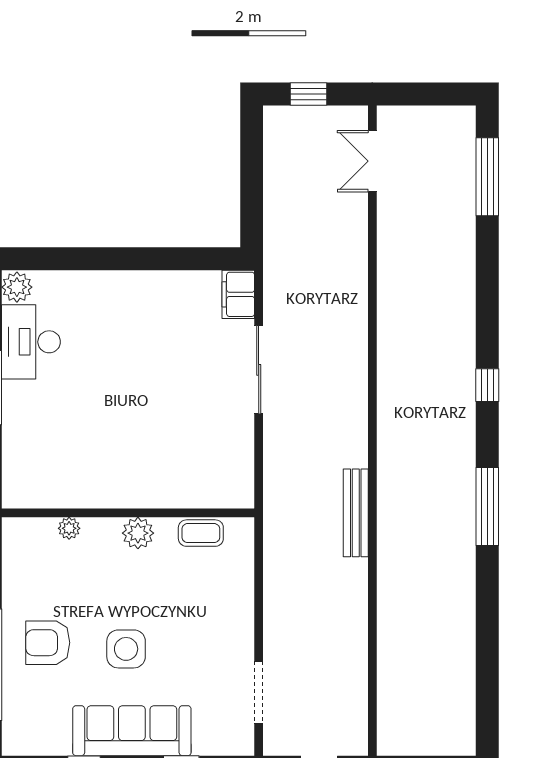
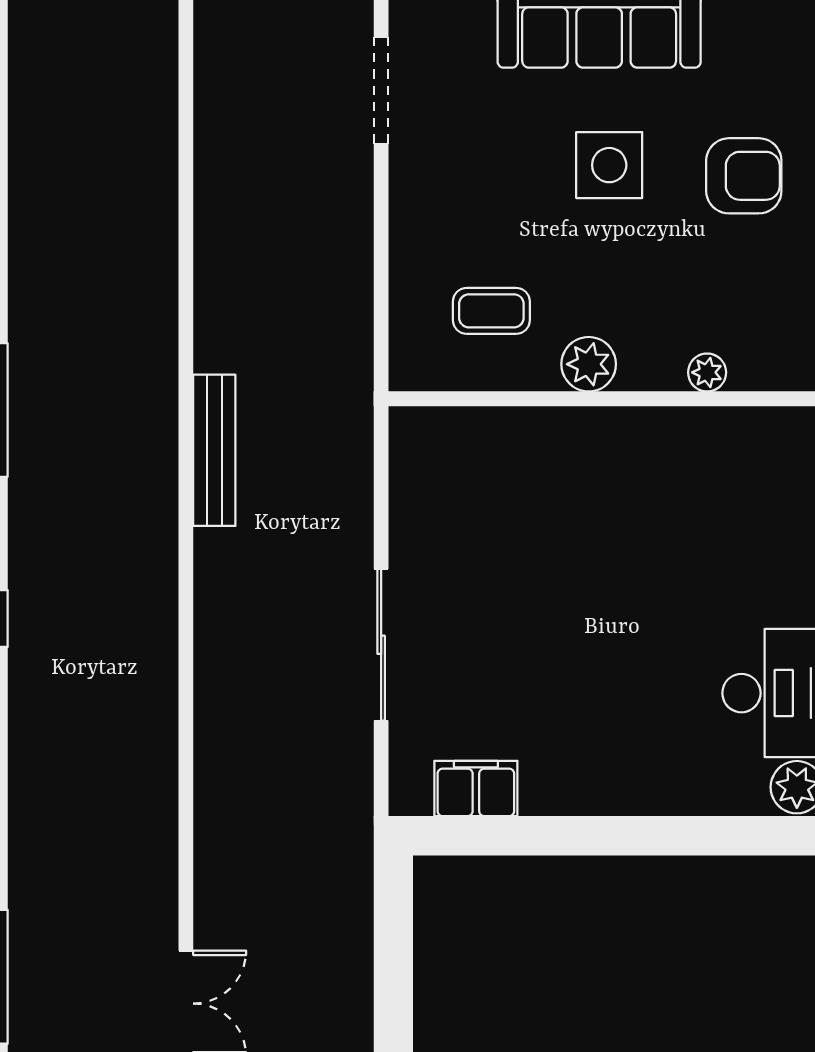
filing cabinet: (238, 294) -> (476, 789), moved, turned -90
bench: (356, 513) -> (214, 450), moved
coffee table: (201, 533) -> (491, 311), moved

